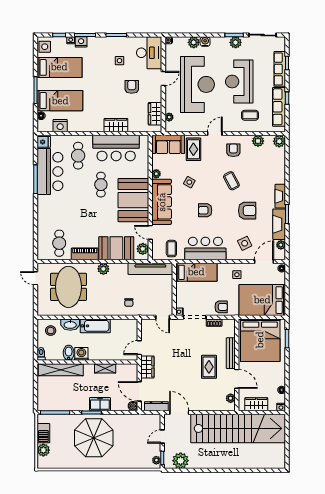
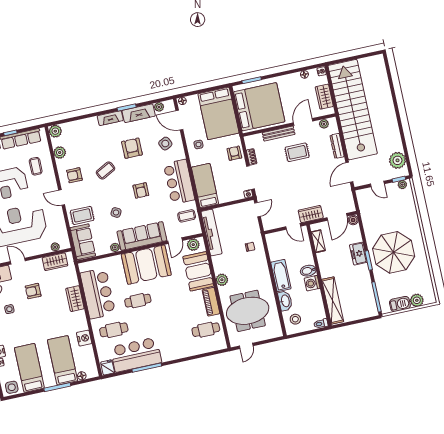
nightstand: (60, 126) -> (84, 338), moved
bidet: (69, 353) -> (308, 271), moved
shelving: (105, 368) -> (318, 241), moved
dresser: (156, 406) -> (337, 146), moved

